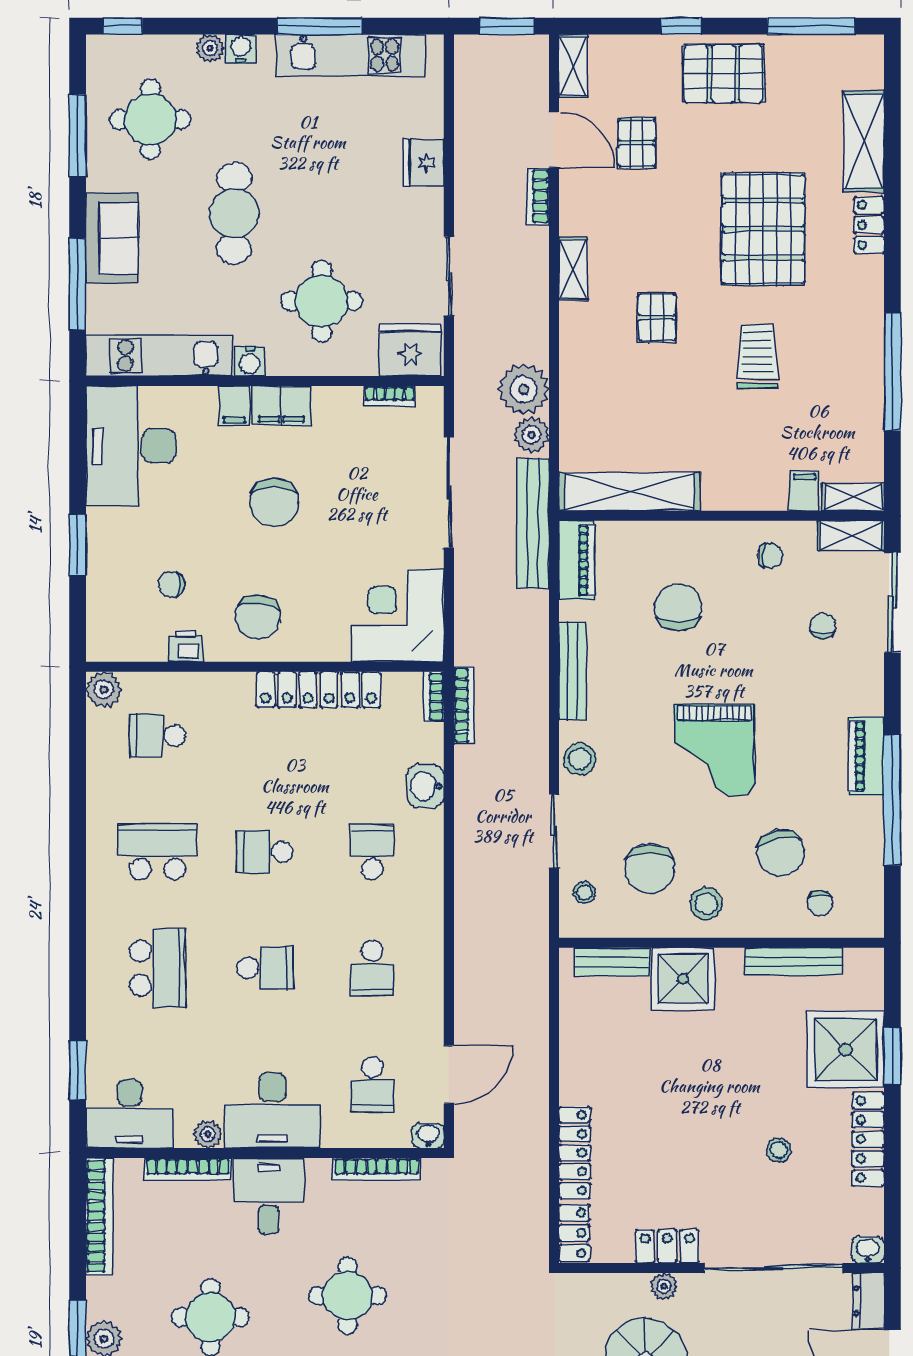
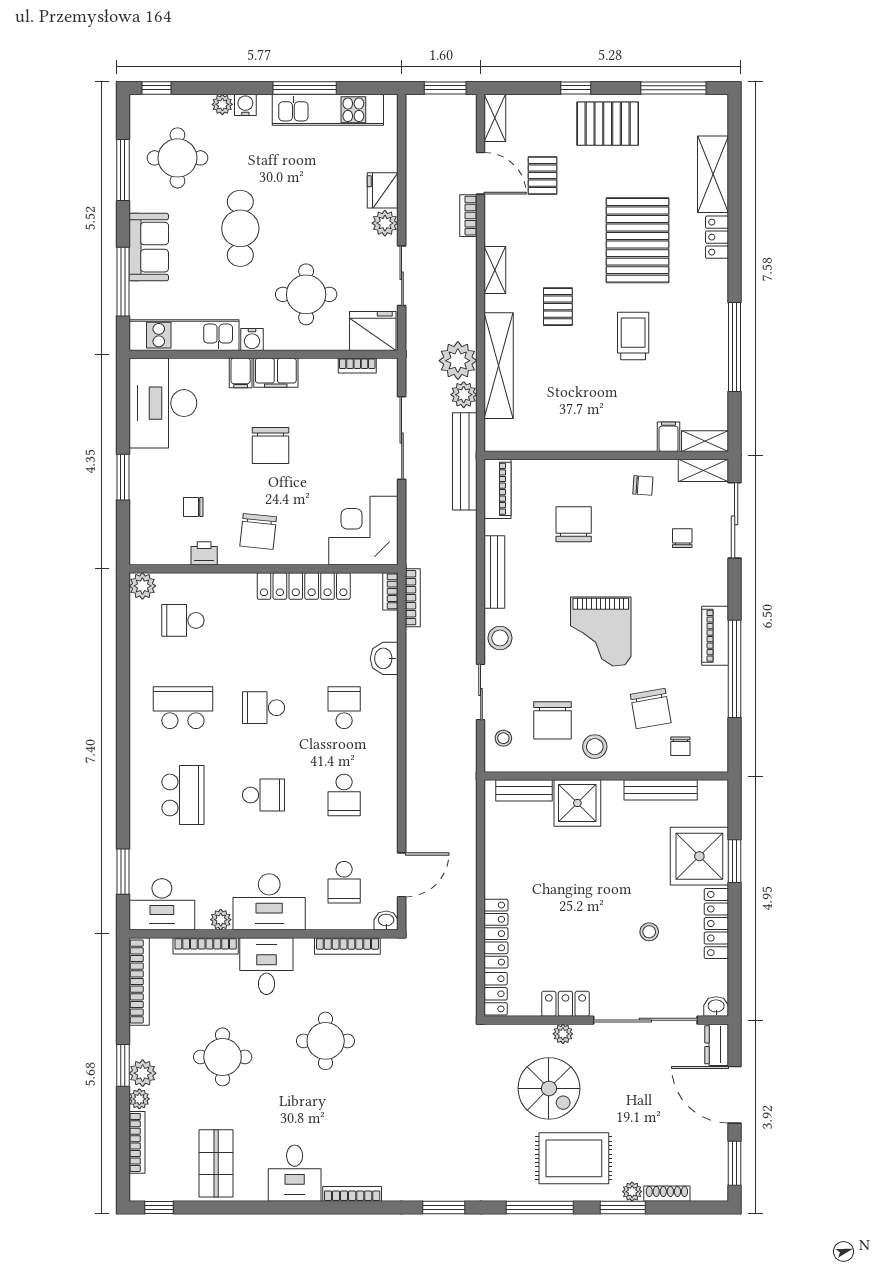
plant: (427, 206) -> (385, 223), added
shelving: (629, 492) -> (499, 366), moved, turned 90

